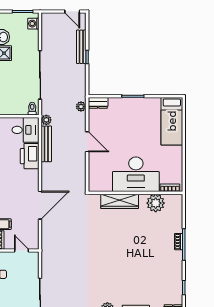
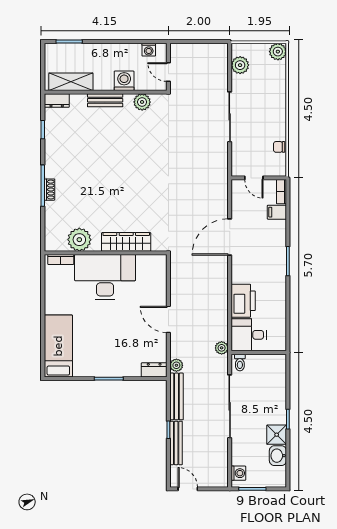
bench: (46, 144) -> (177, 396), moved

